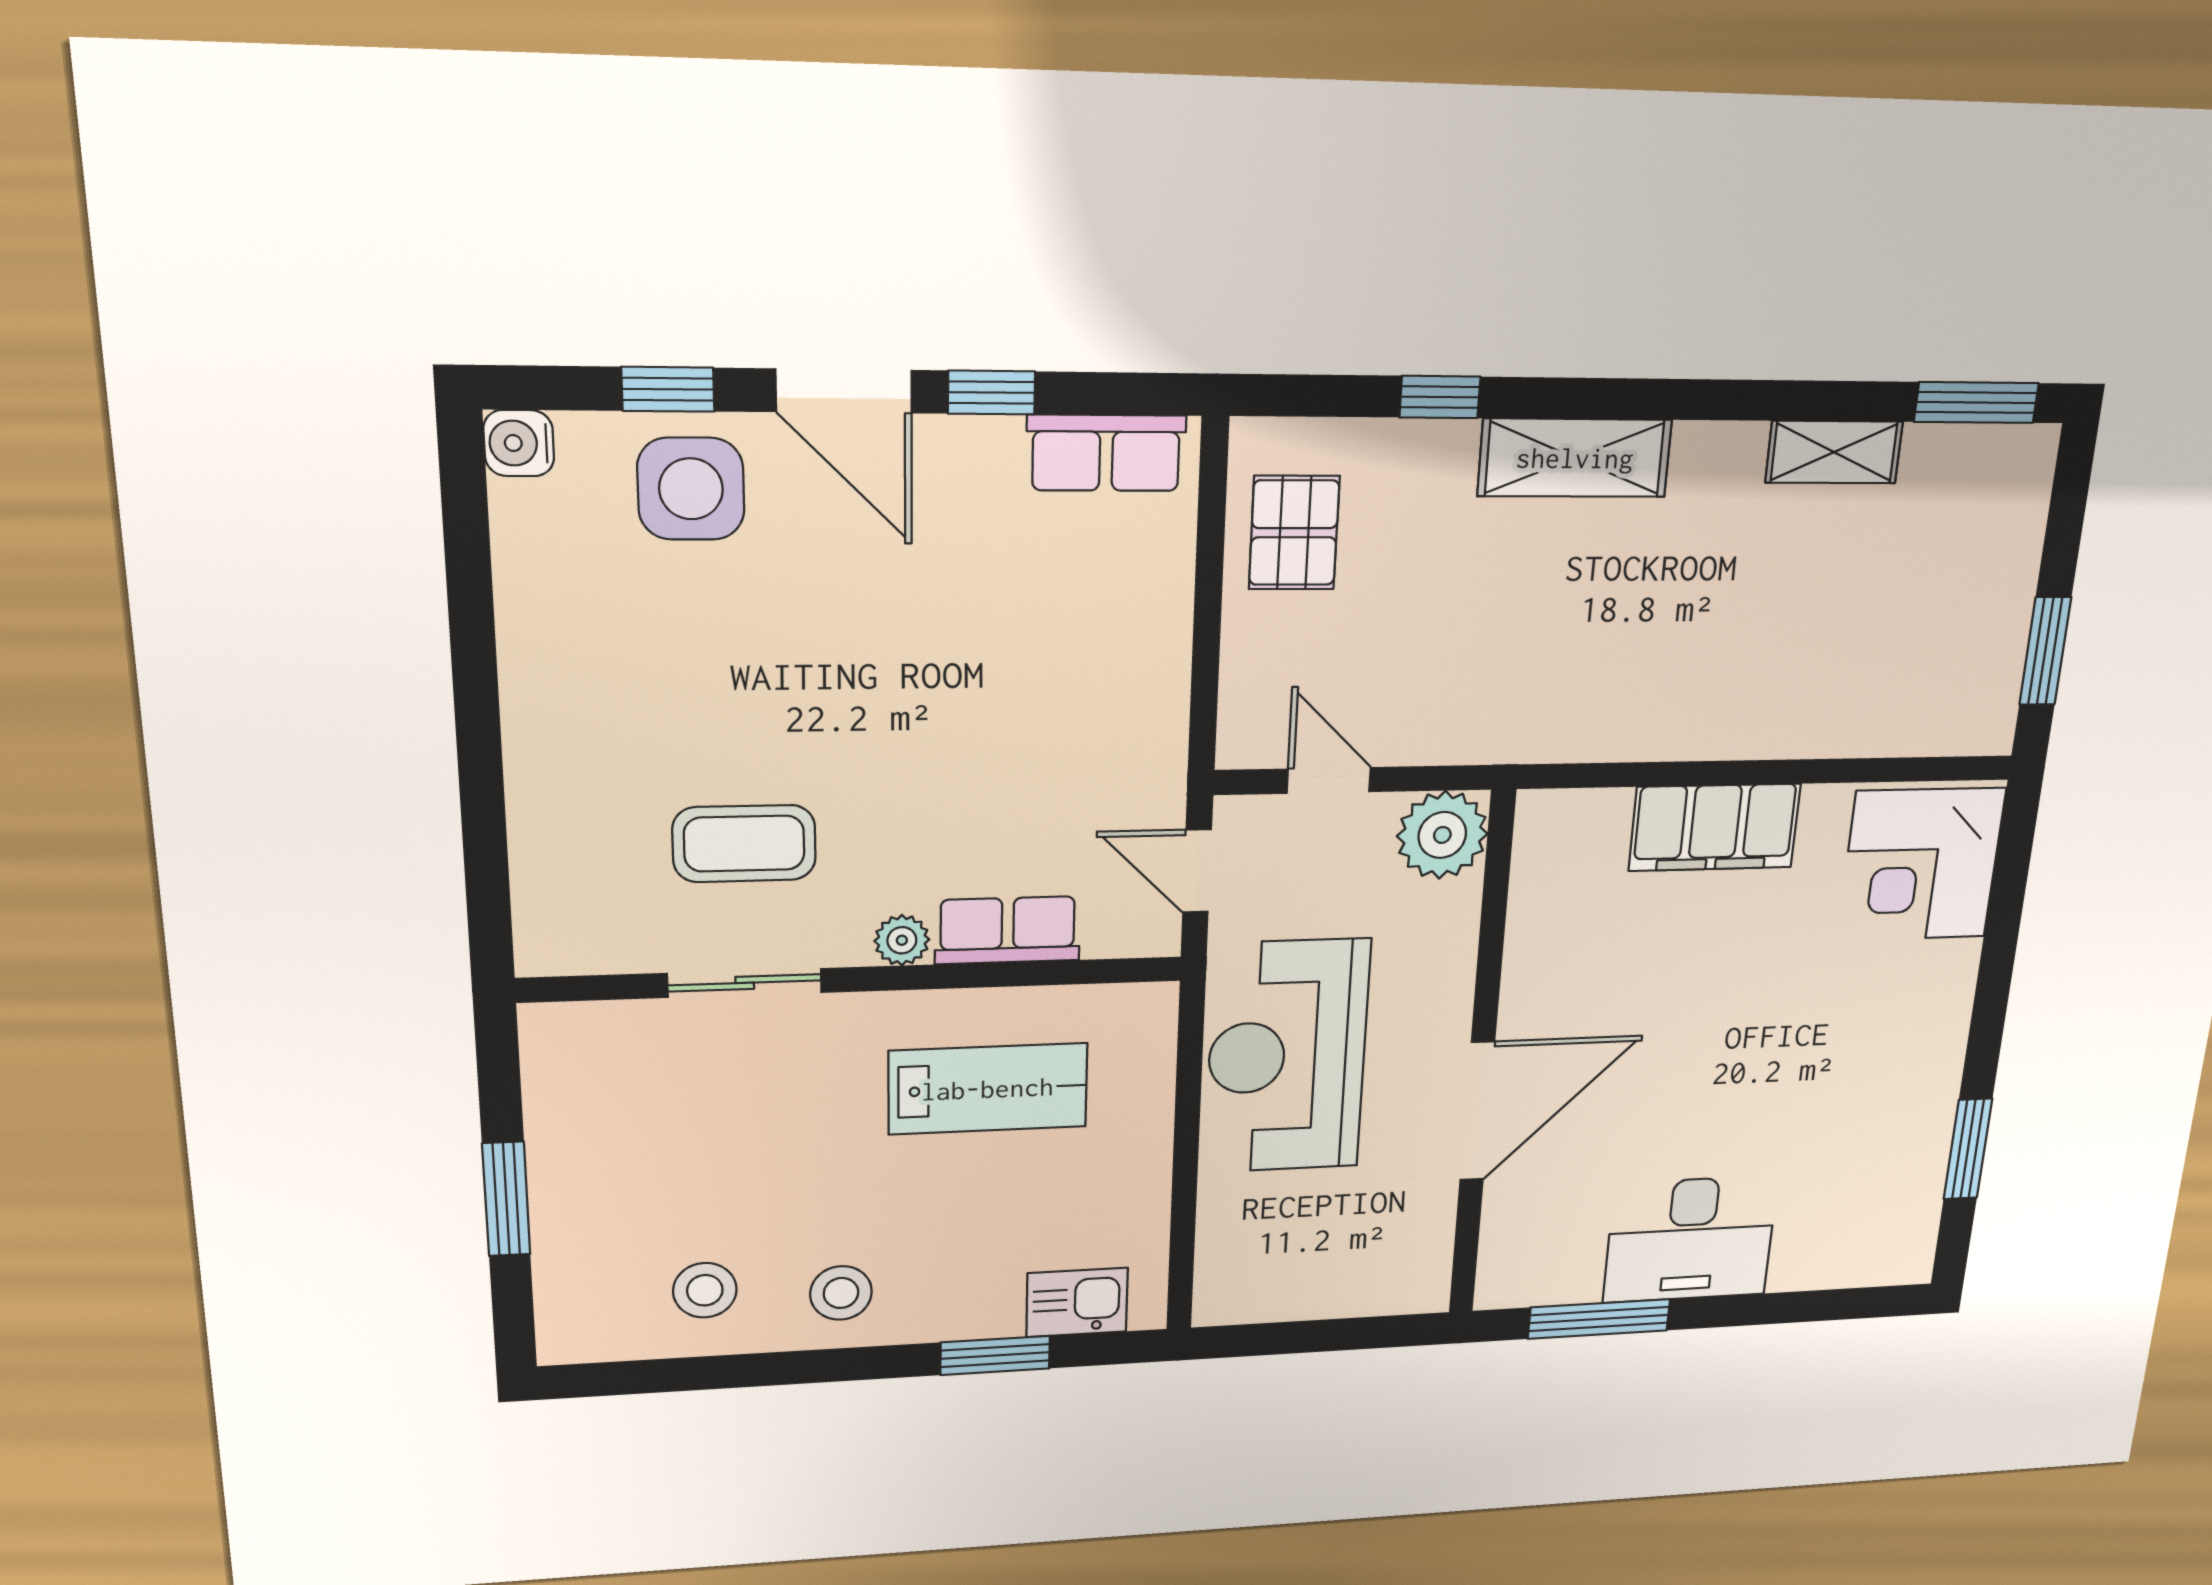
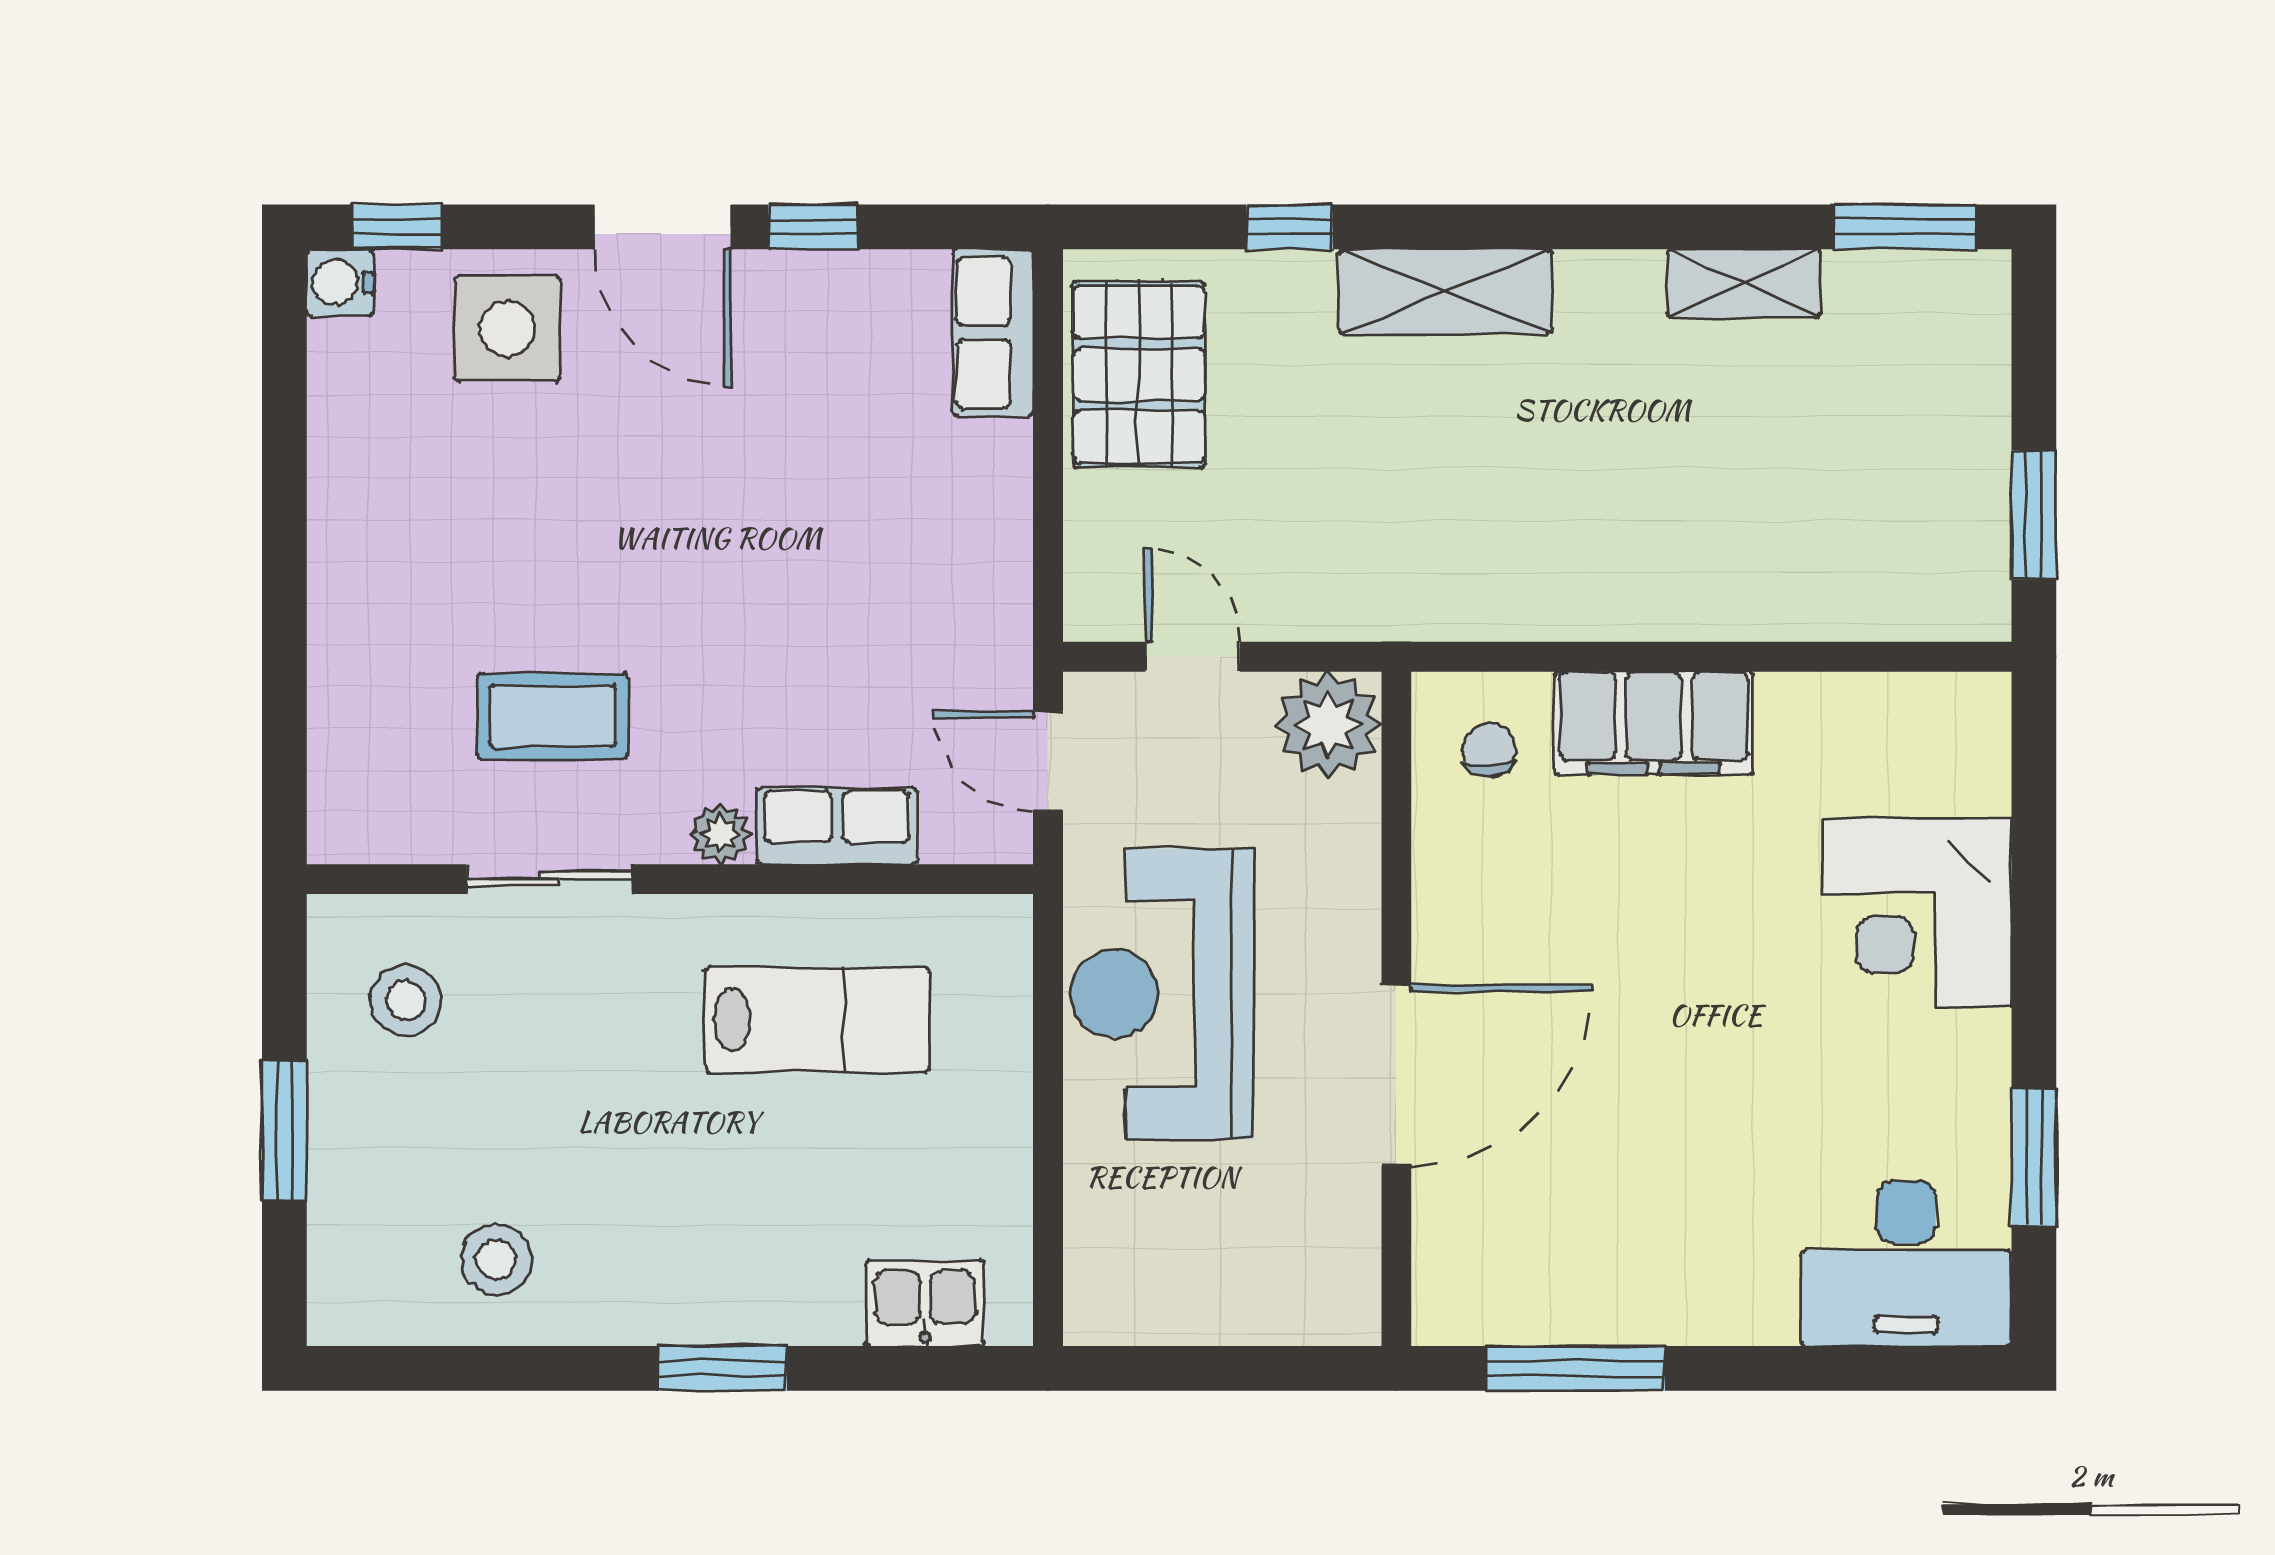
window: (668, 389) -> (397, 227), moved
row of seats: (1106, 453) -> (993, 333), moved, turned 90
pallet: (1294, 533) -> (1139, 375), width x1.50, depth x1.42
chair: (1576, 852) -> (1489, 750), added
corner desk: (1921, 864) -> (1917, 912), moved
desk: (1690, 1239) -> (1906, 1263), moved
stool: (841, 1293) -> (406, 1000), moved
window: (995, 1355) -> (722, 1368), moved

